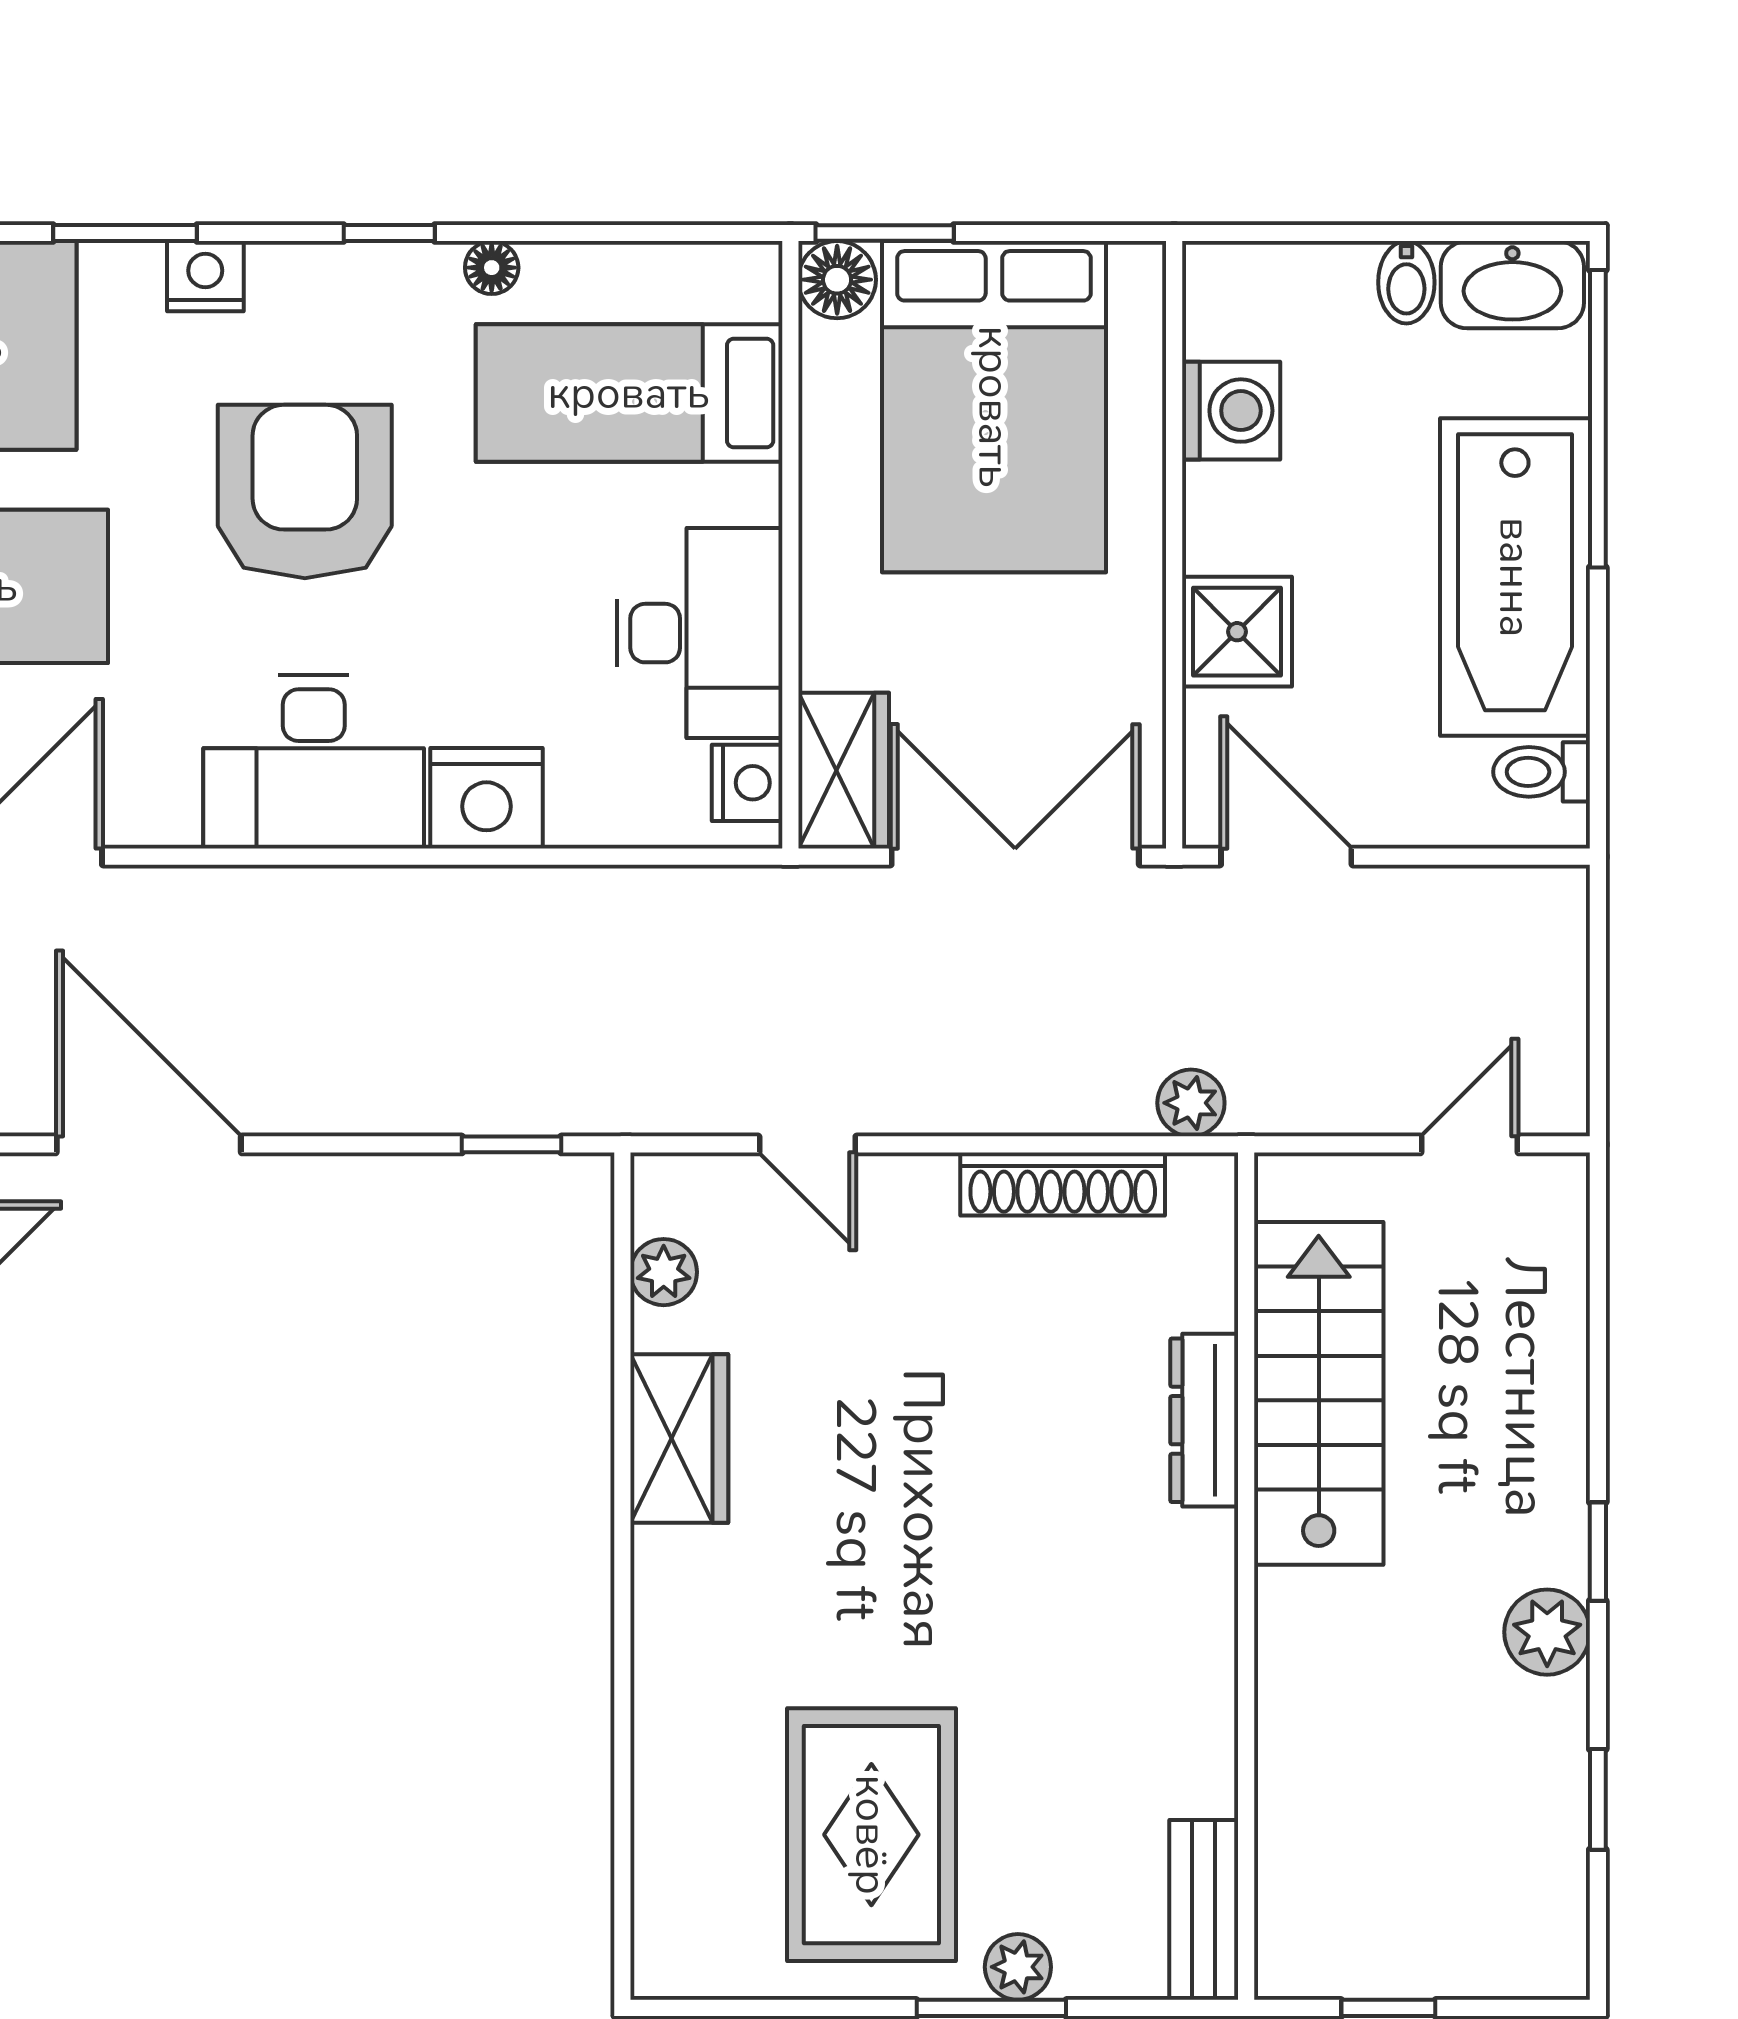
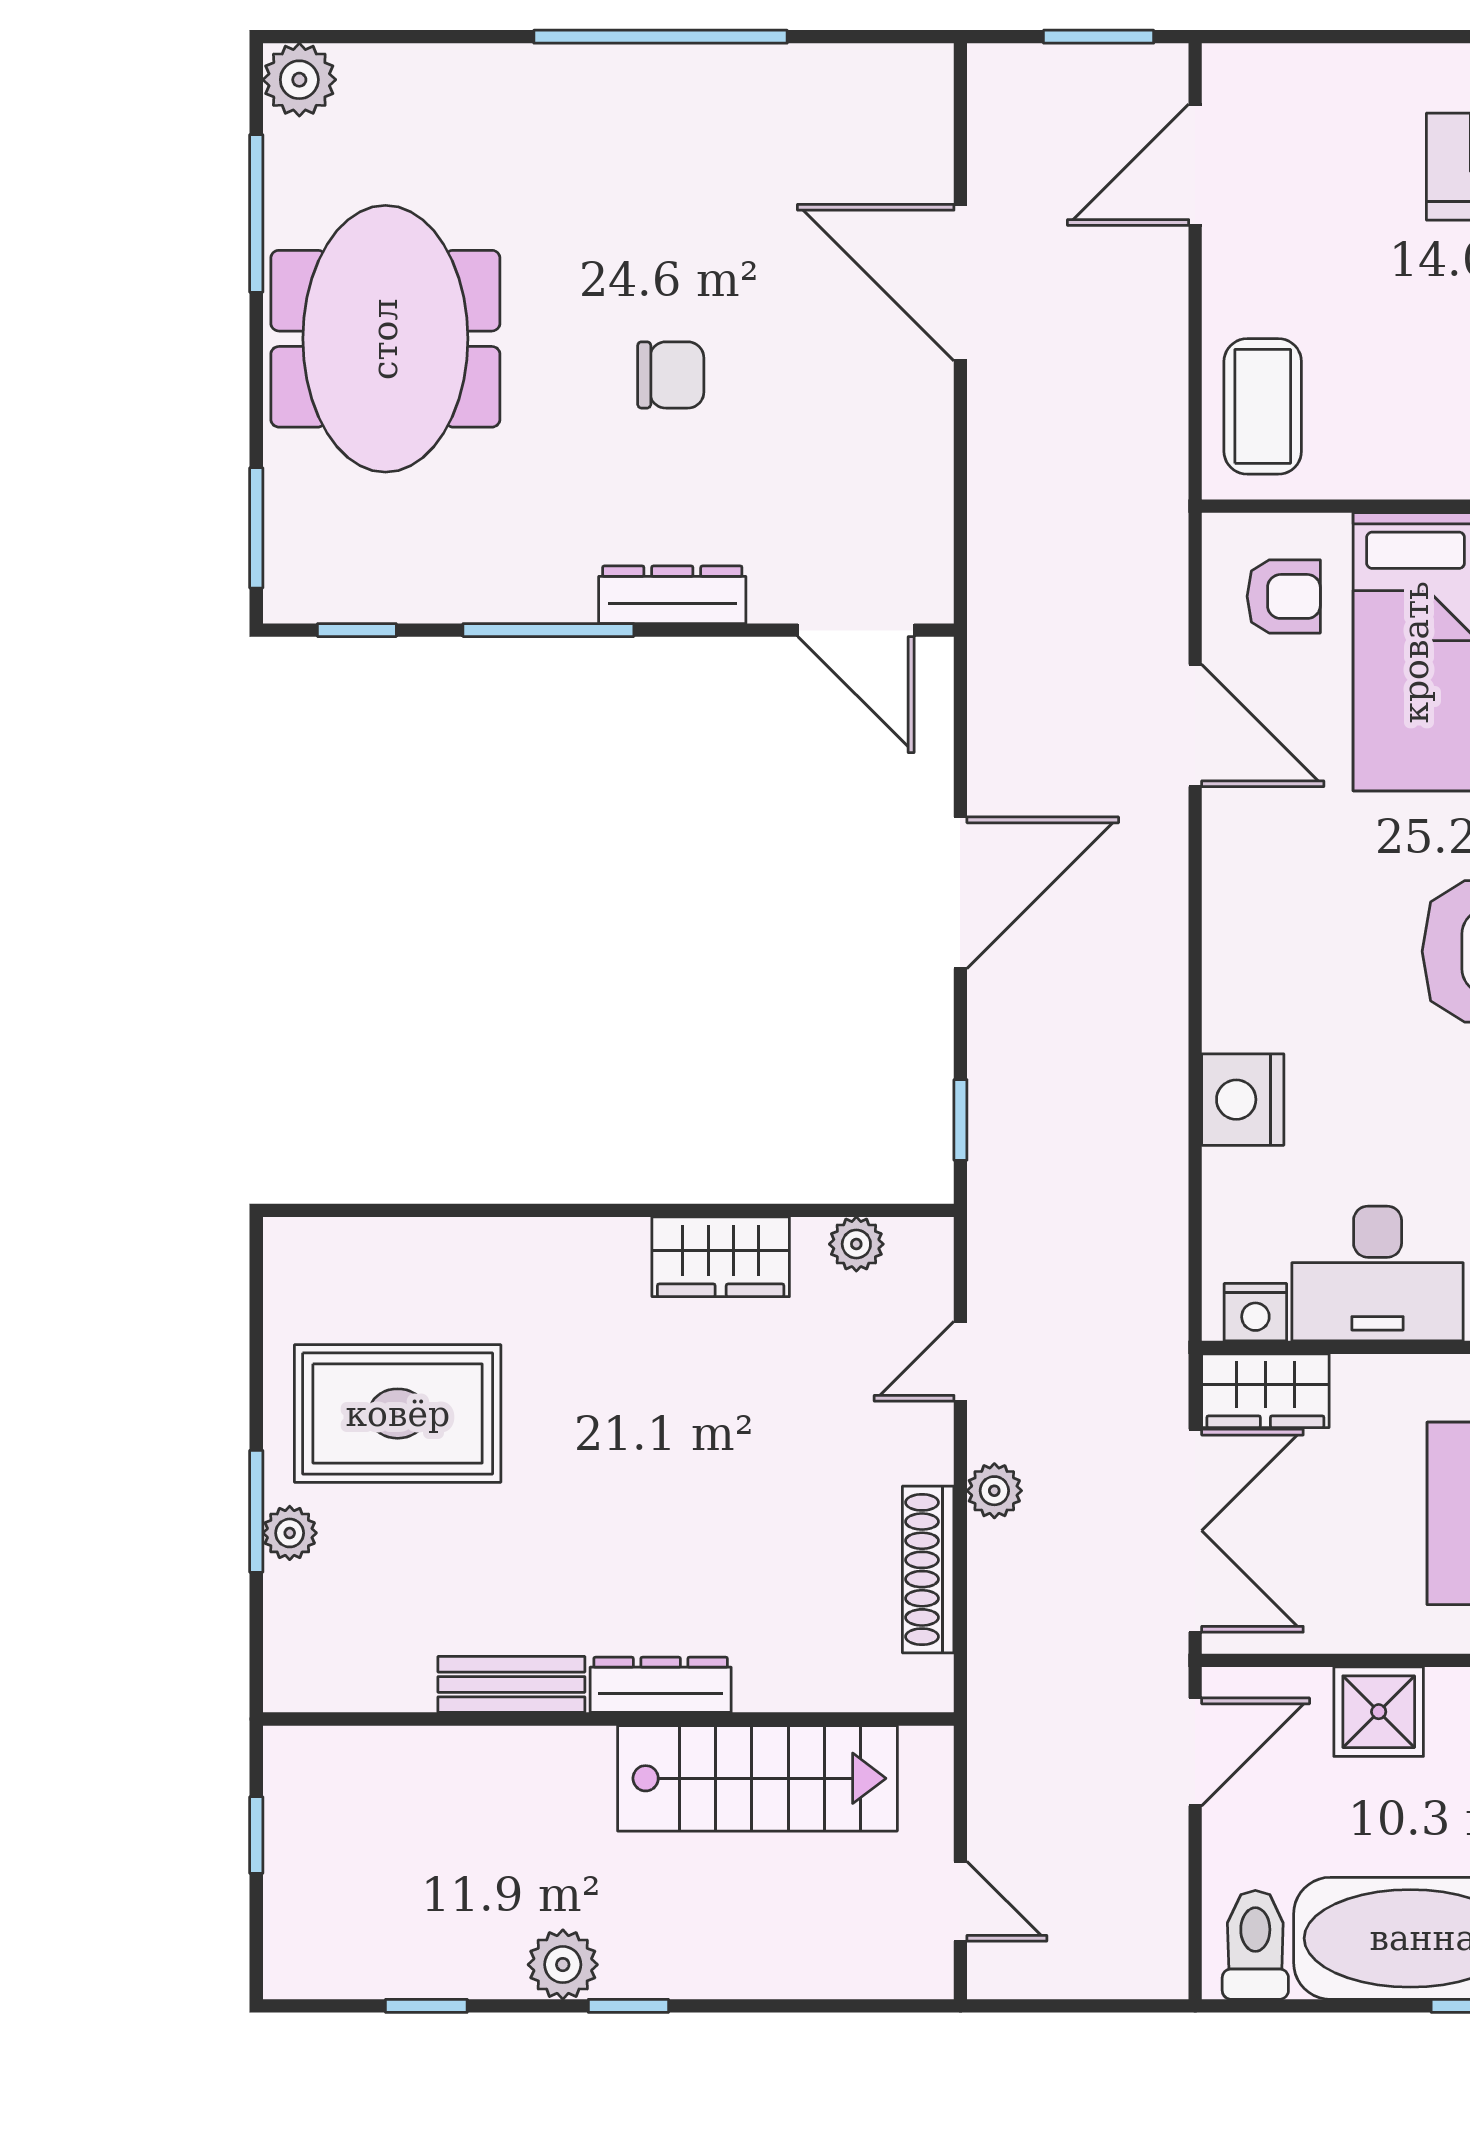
desk: (314, 762) -> (1272, 959), removed
toilet: (1542, 772) -> (1255, 1945), width x1.37, depth x1.39
plant: (1191, 1103) -> (994, 1491), moved
door: (149, 1144) -> (960, 893), moved
dresser: (1204, 1420) -> (661, 1685), moved
bench: (1204, 1910) -> (511, 1684), moved

